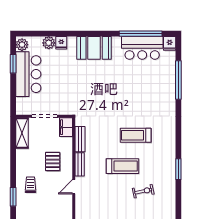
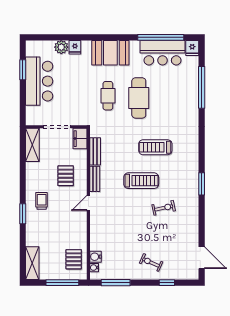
plant: (22, 45) -> (32, 49), removed
cafe table: (92, 88) -> (108, 96), added
cafe table: (120, 90) -> (139, 98), added

